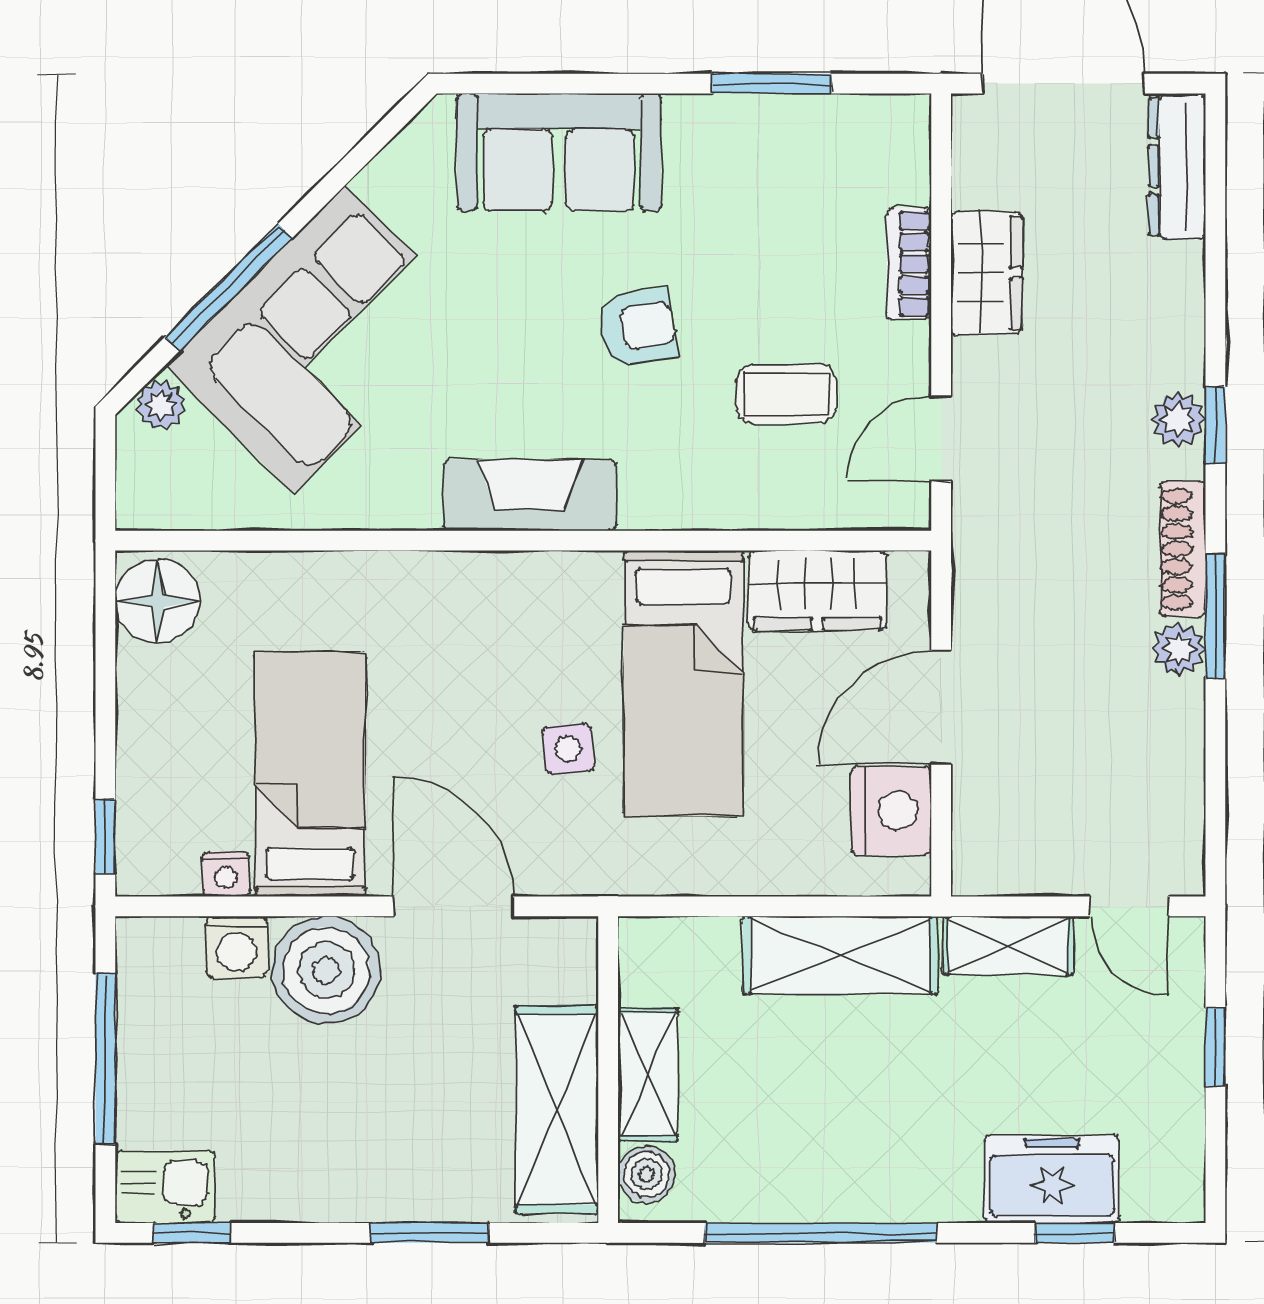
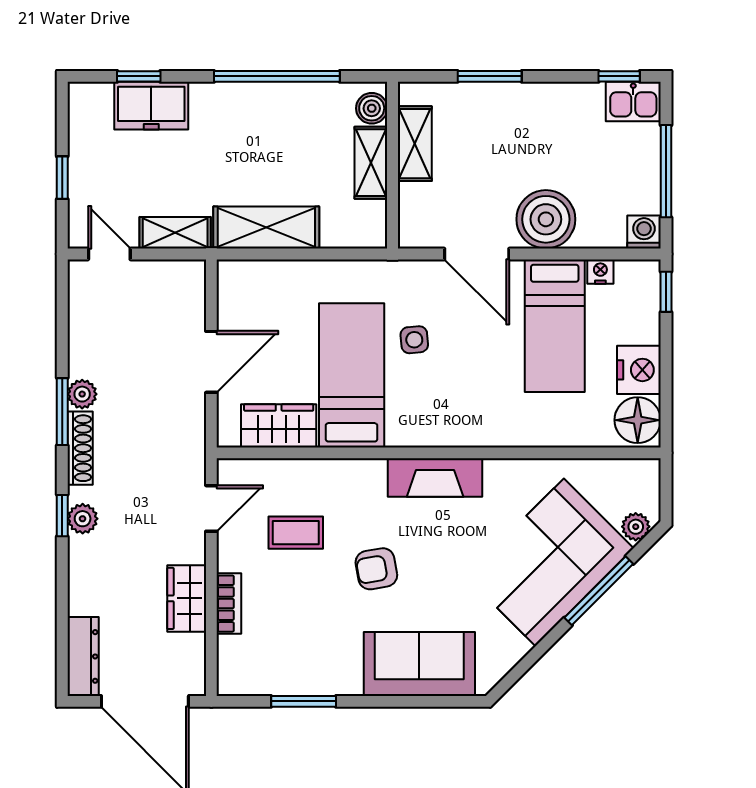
nightstand: (891, 811) -> (639, 370), moved, turned 180
washing machine: (236, 947) -> (644, 232), moved
shelving: (557, 1109) -> (415, 144), width x0.67, depth x0.75

